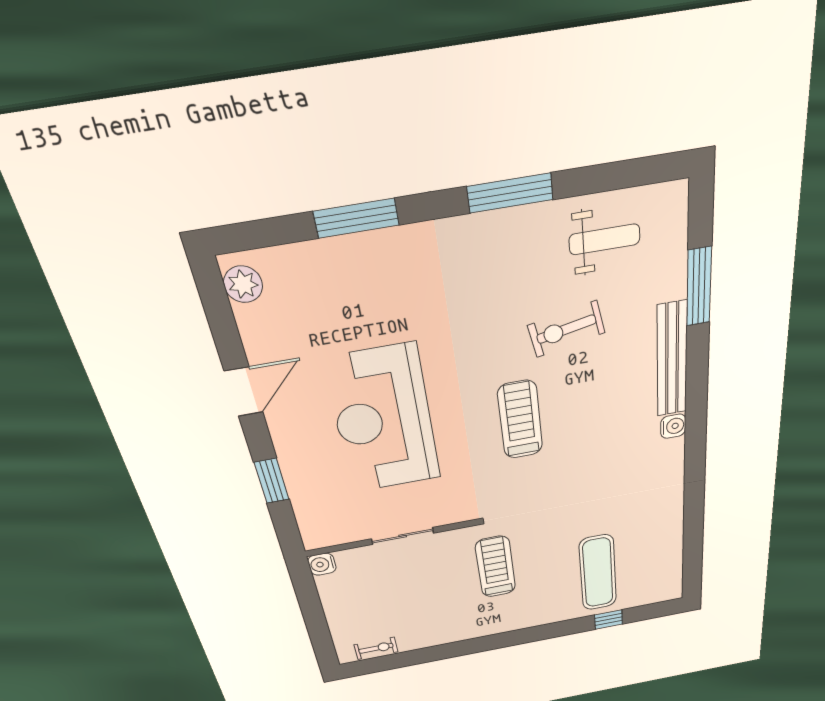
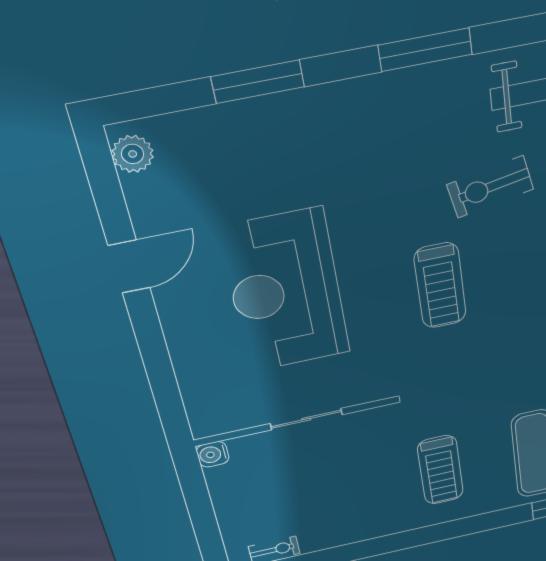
treadmill: (520, 420) -> (440, 286), turned 180
window: (272, 481) -> (157, 363), removed
treadmill: (496, 567) -> (440, 470), moved, turned 180

